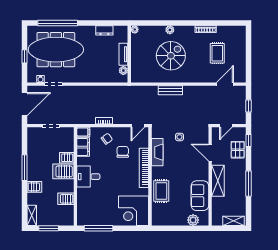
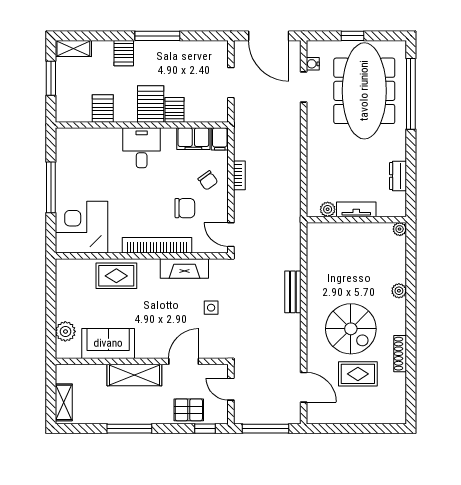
spiral stairs: (171, 56) -> (351, 329), moved
window: (248, 106) -> (265, 429), width x2.17
window: (98, 228) -> (51, 187), moved

